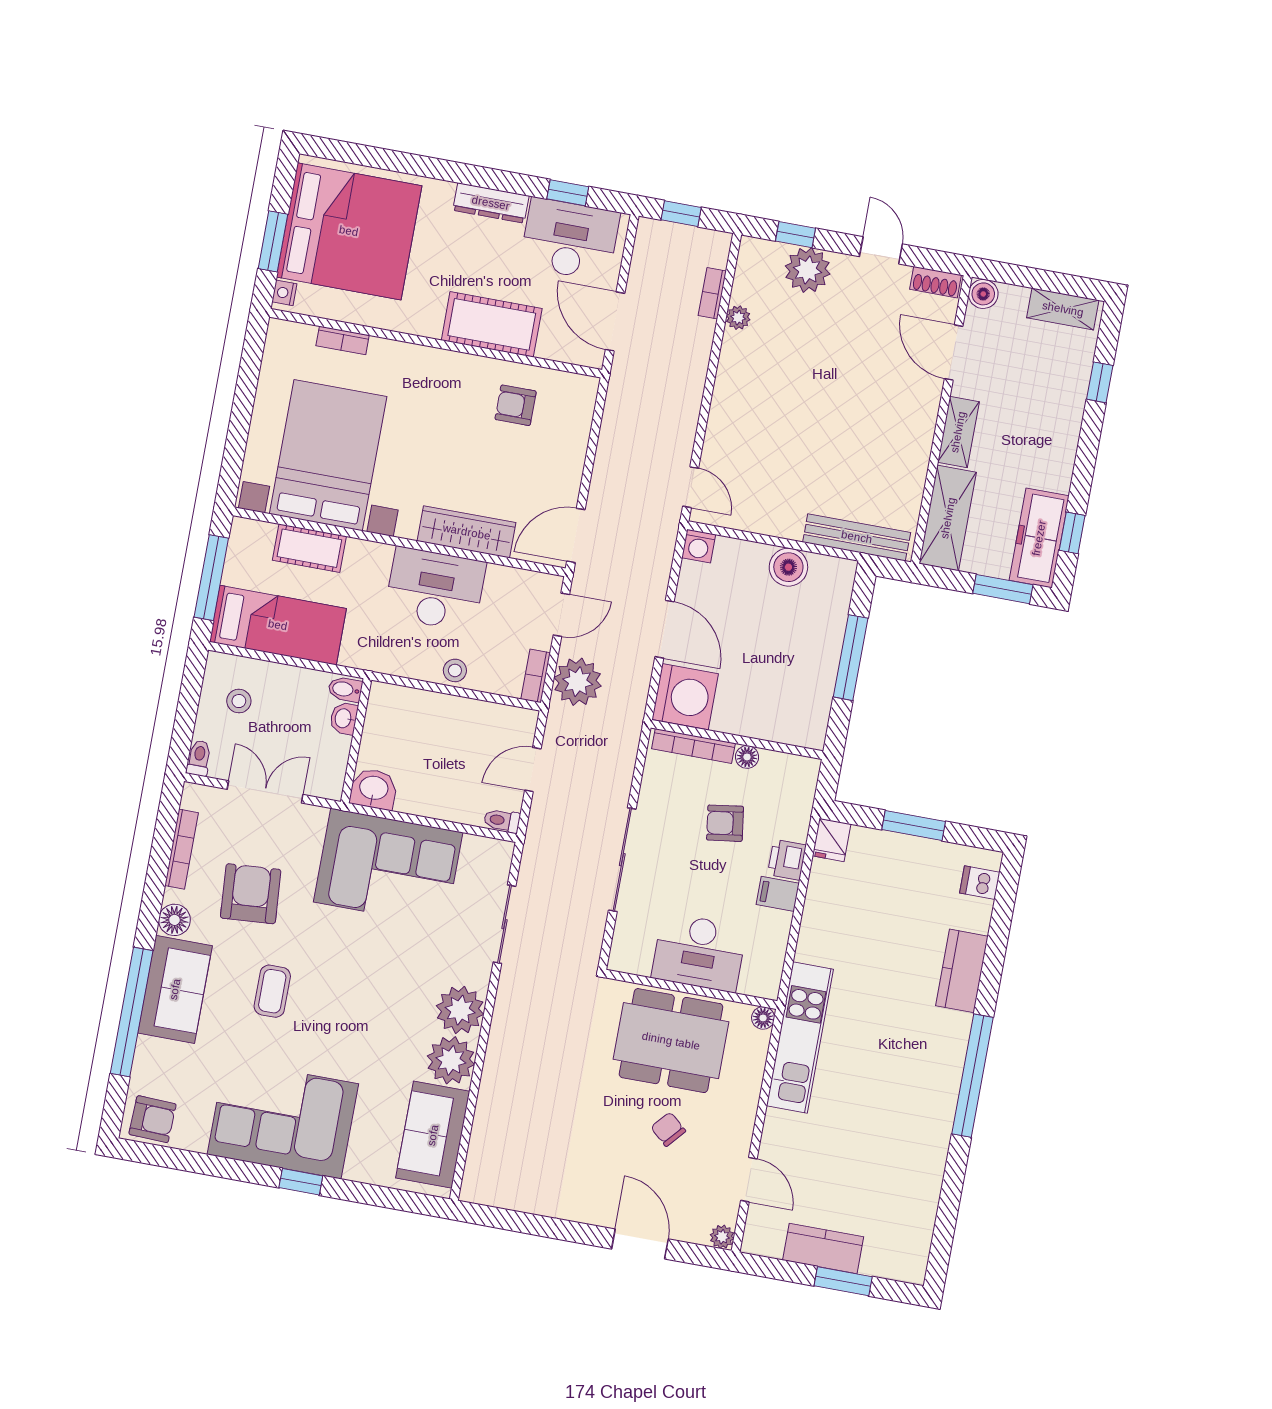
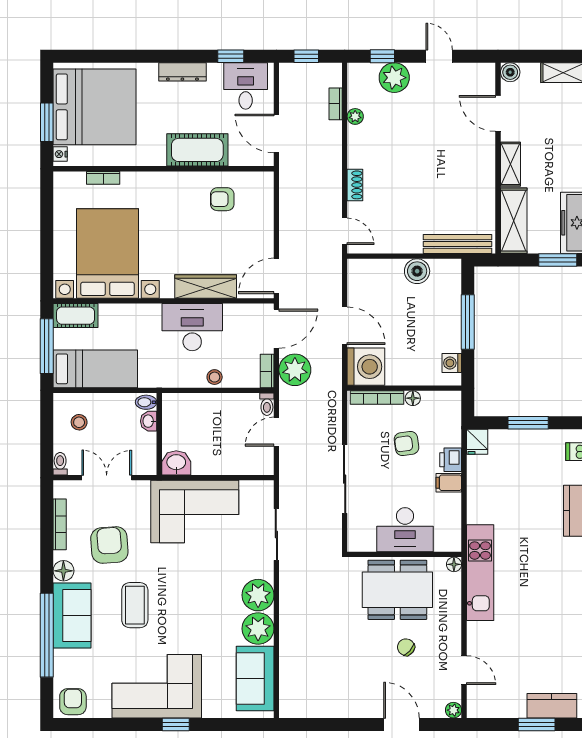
desk: (570, 239) -> (246, 86), width x0.73
shoe rack: (936, 282) -> (355, 185), moved, turned -90
washing machine: (699, 546) -> (452, 363), moved, turned 90
cot: (309, 548) -> (76, 316), moved
door: (561, 615) -> (276, 329), width x1.38
toilet: (502, 821) -> (267, 404), moved, turned -90
coffee table: (272, 991) -> (135, 605), width x1.36, depth x1.30
armchair: (153, 1119) -> (73, 702), turned -92
kitchen counter: (823, 1248) -> (552, 706), moved

